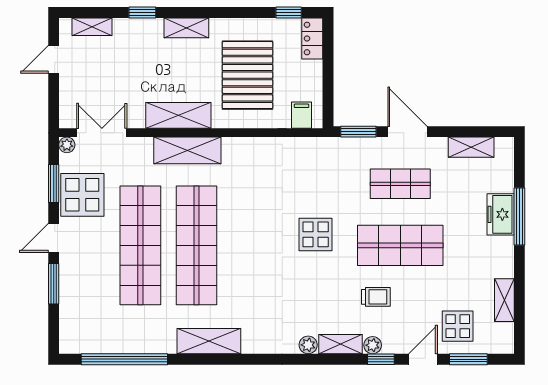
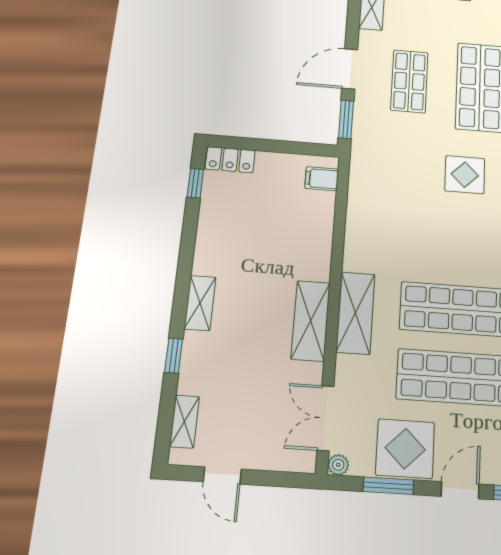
pallet: (247, 75) -> (267, 236), removed
door: (54, 238) -> (460, 490), swing flipped

